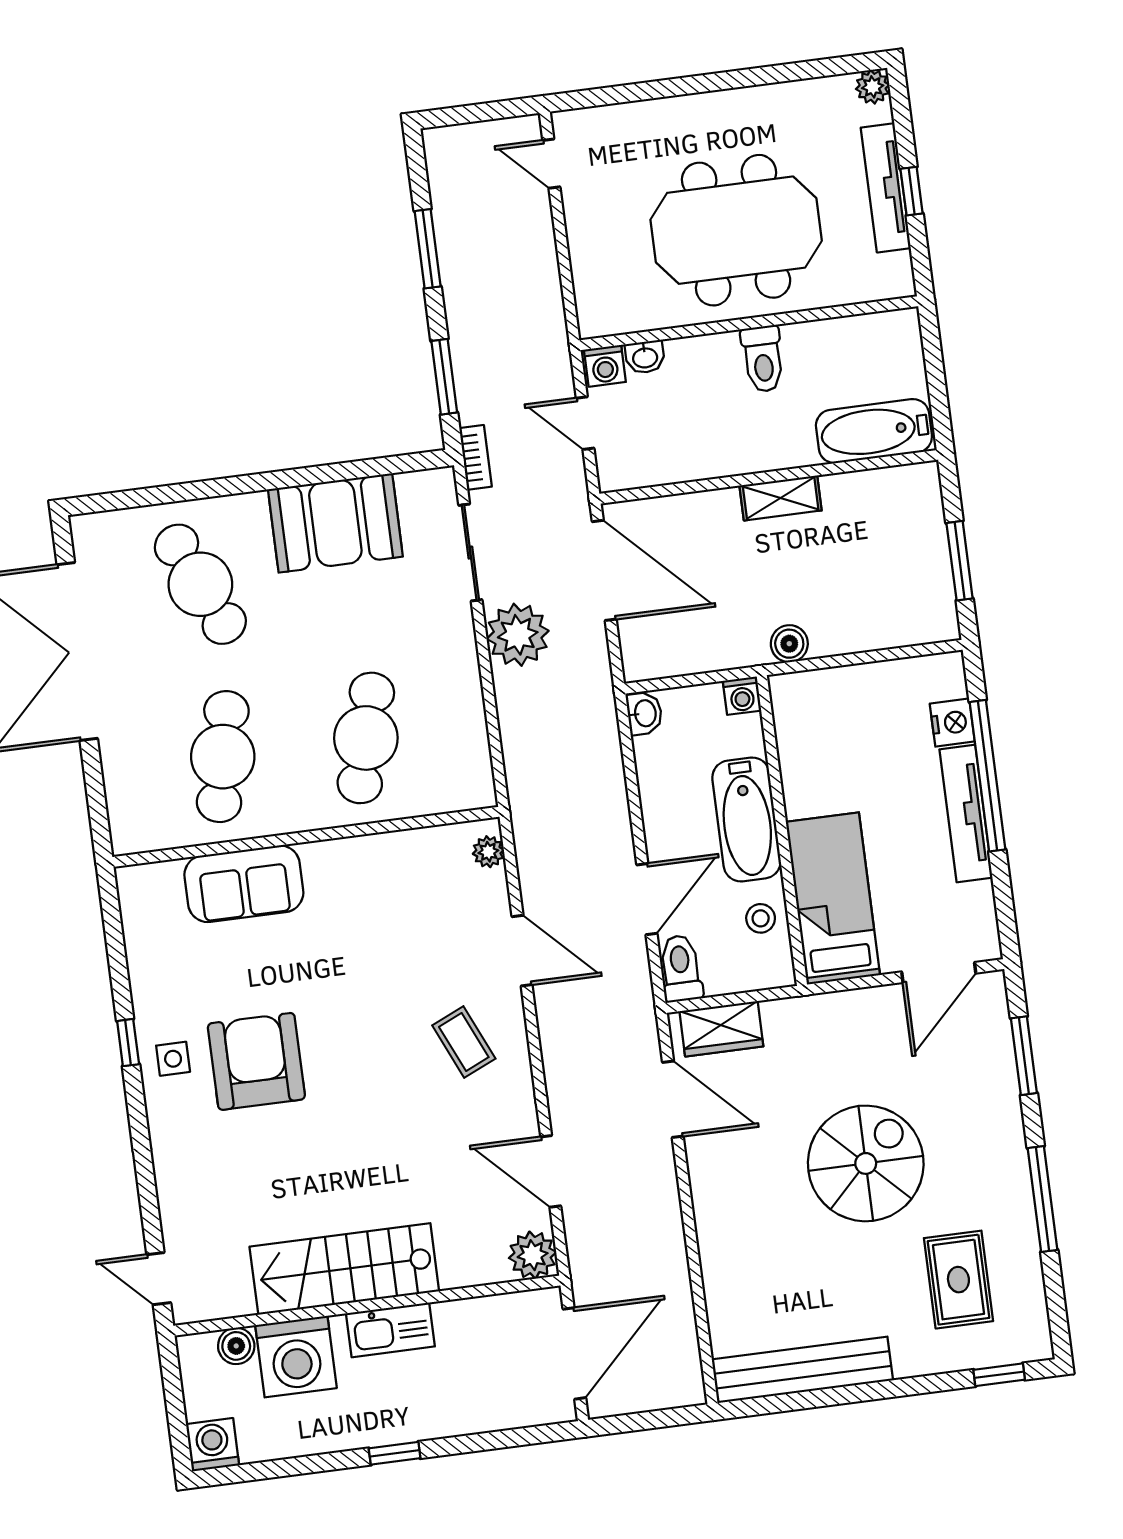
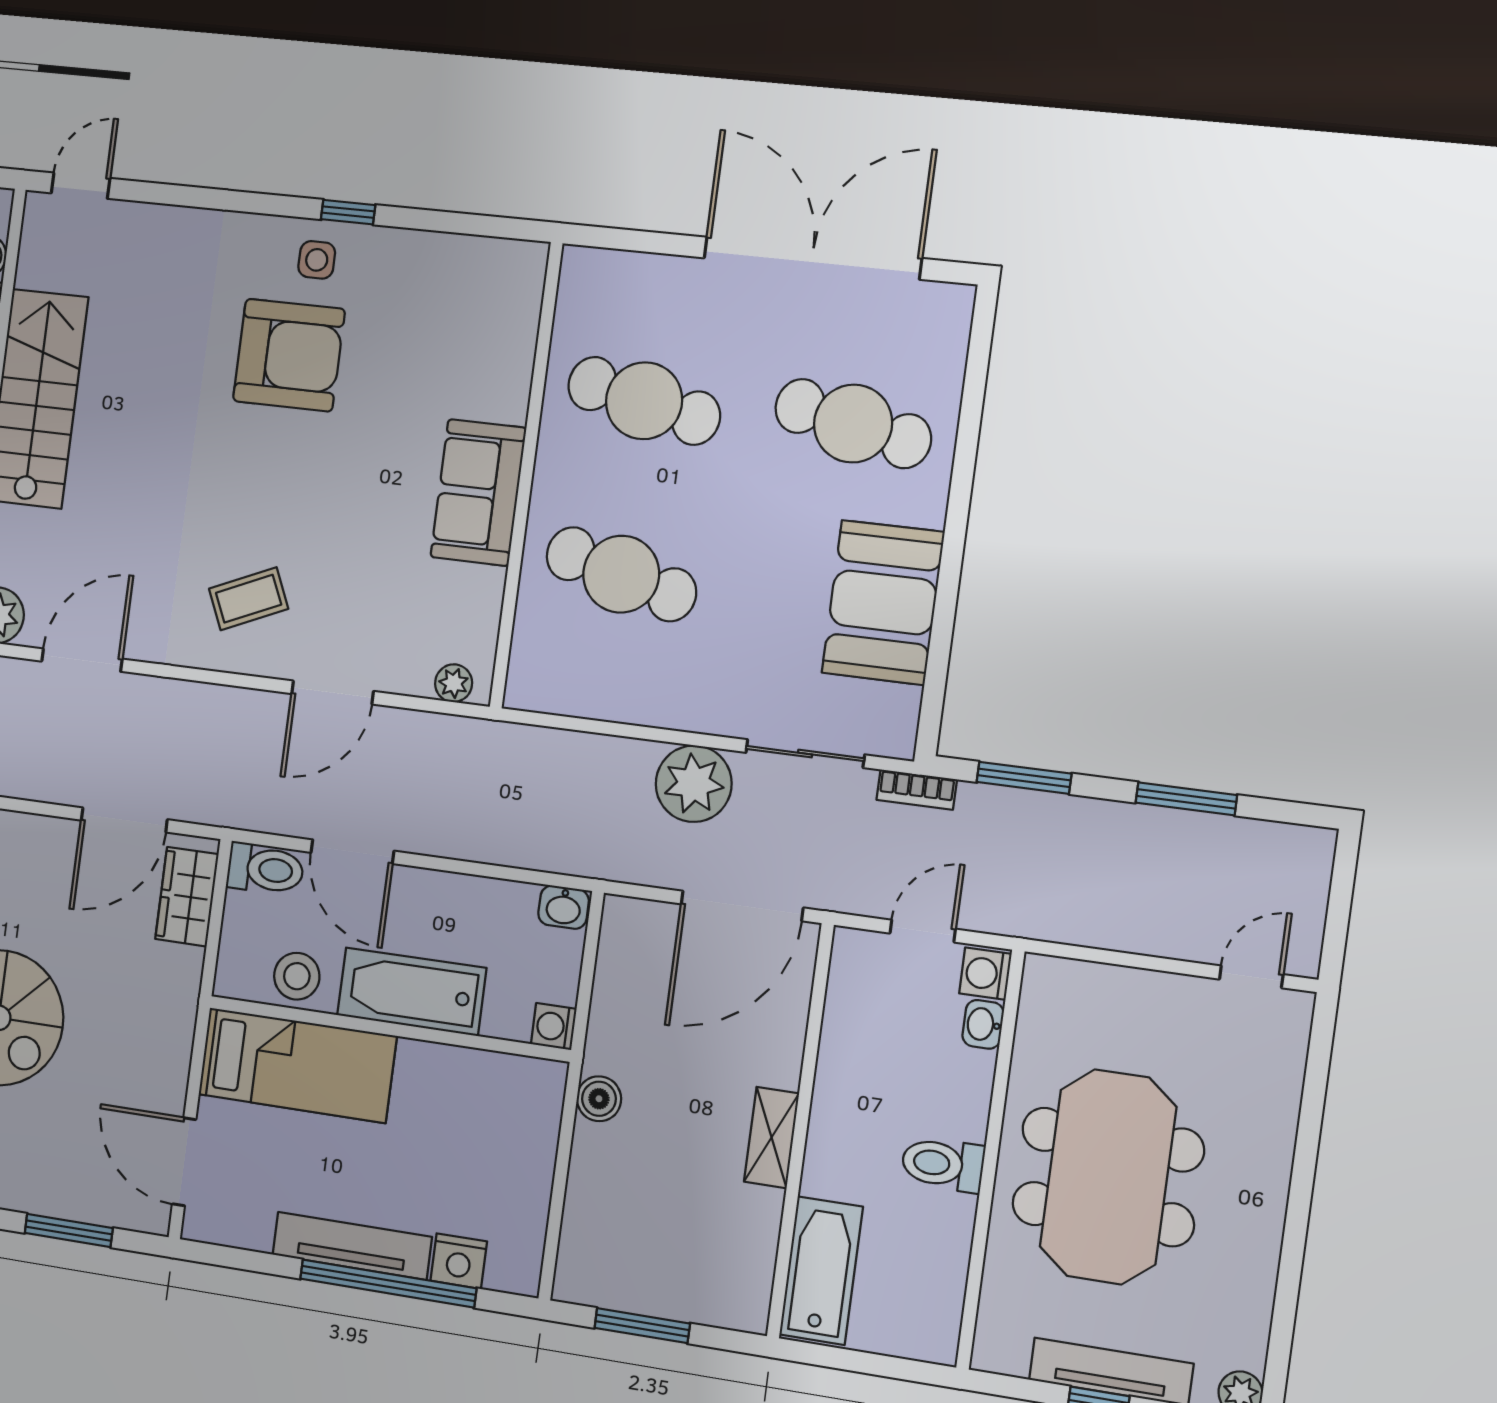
cafe table: (200, 584) -> (853, 424), turned 36
sofa: (244, 884) -> (478, 493), moved
stool: (761, 918) -> (297, 976), width x1.37, depth x1.37

